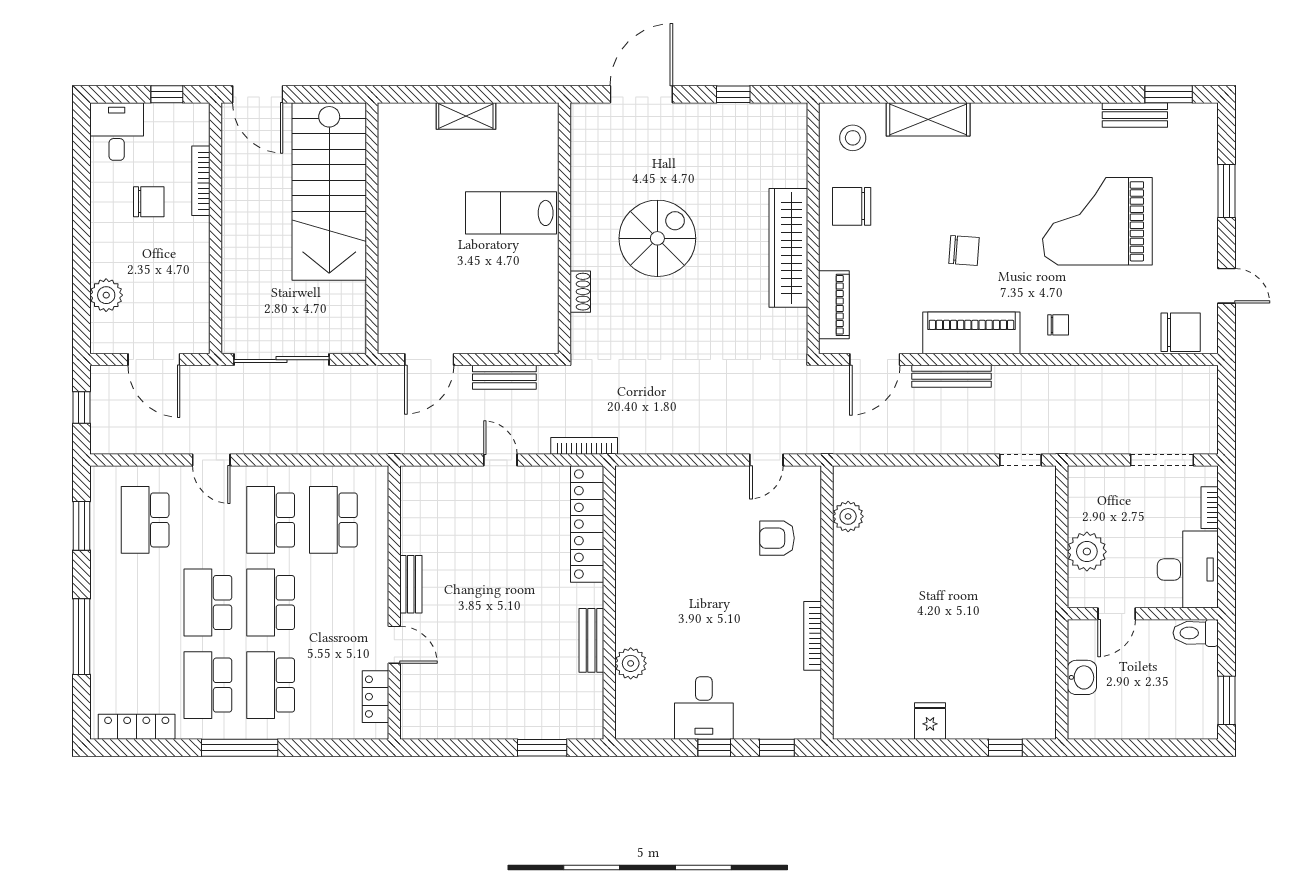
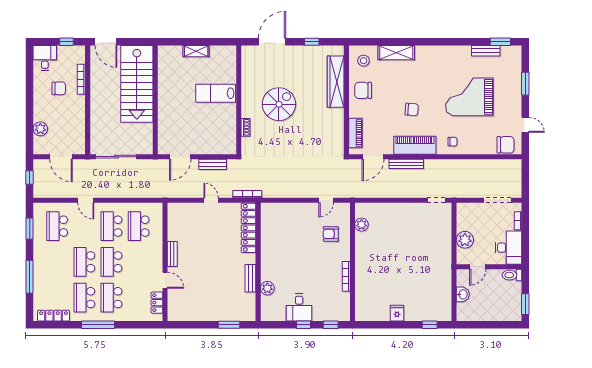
wardrobe: (788, 248) -> (336, 82), moved

